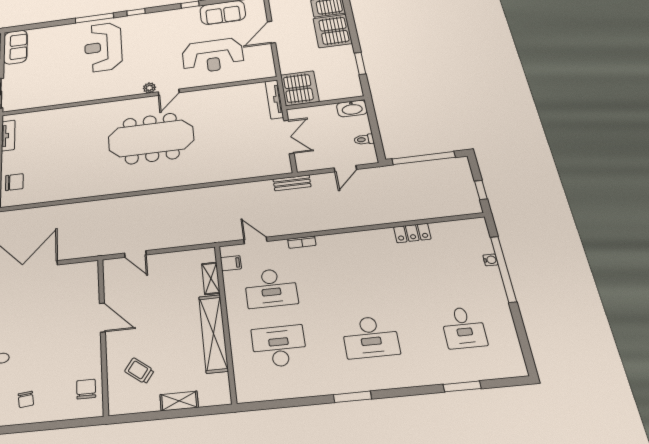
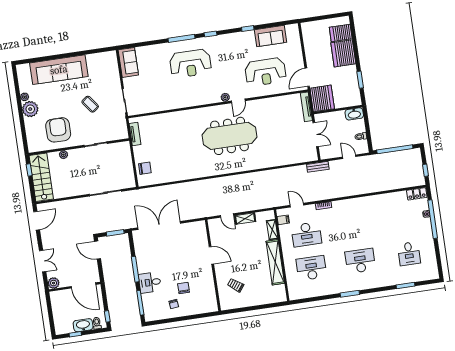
door: (271, 32) -> (307, 77), moved
reception desk: (103, 47) -> (190, 63), turned -90
door: (345, 169) -> (349, 157), swing flipped
locker: (412, 233) -> (417, 194), moved
desk: (370, 337) -> (360, 261), turned 180
chair: (86, 389) -> (184, 288), moved
shelving: (179, 401) -> (245, 219), moved

